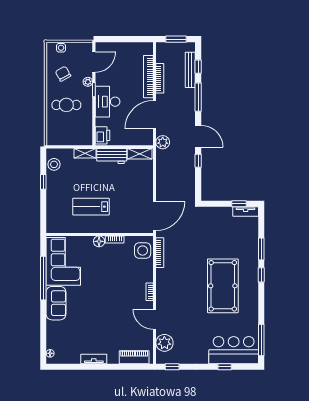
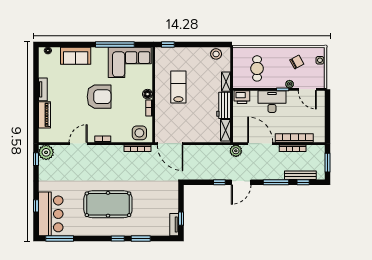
cafe table: (66, 105) -> (257, 68), moved
window: (43, 182) -> (168, 44), moved
armchair: (102, 296) -> (99, 97), added
sofa: (56, 303) -> (76, 56), moved
plant: (164, 343) -> (46, 152), moved
piano: (134, 357) -> (44, 115), moved

